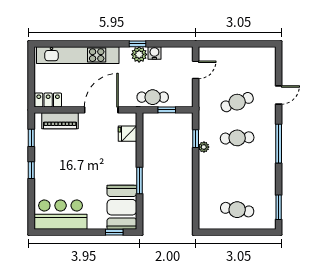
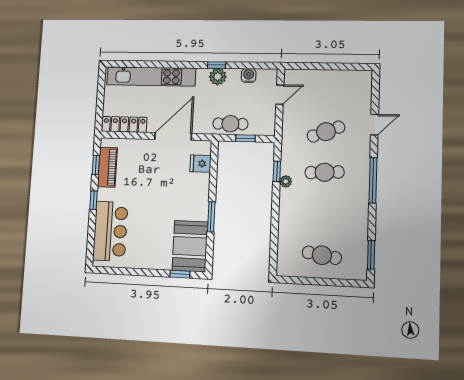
water cooler: (154, 53) -> (249, 75), moved
locker: (48, 100) -> (124, 124), width x1.53
piano: (60, 121) -> (107, 167), moved, turned -90
bar counter: (61, 215) -> (110, 231), moved, turned 90

